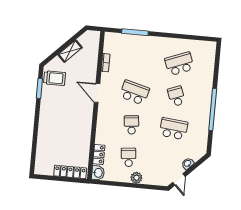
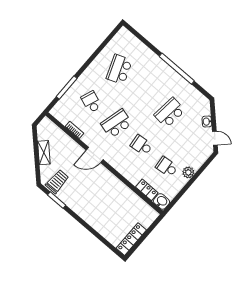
school desk: (176, 96) -> (91, 102), moved, turned 42
locker: (70, 172) -> (131, 239), moved

